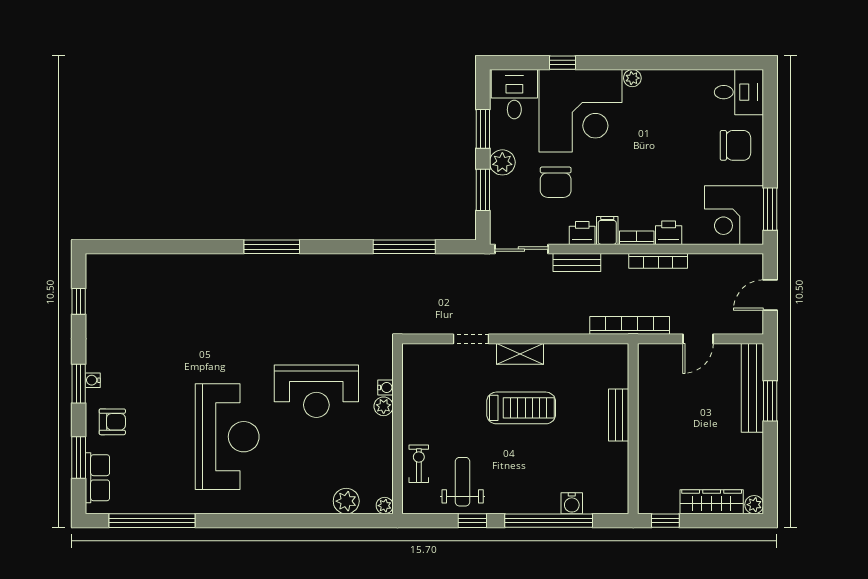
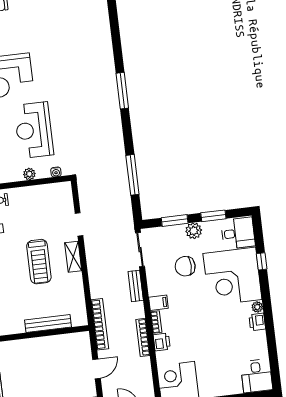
chair: (735, 145) -> (222, 378), removed
printer: (582, 233) -> (257, 322), moved, turned 180
door: (698, 339) -> (96, 369), swing flipped
water cooler: (385, 387) -> (56, 172), moved
bench: (619, 415) -> (48, 324), width x1.36

